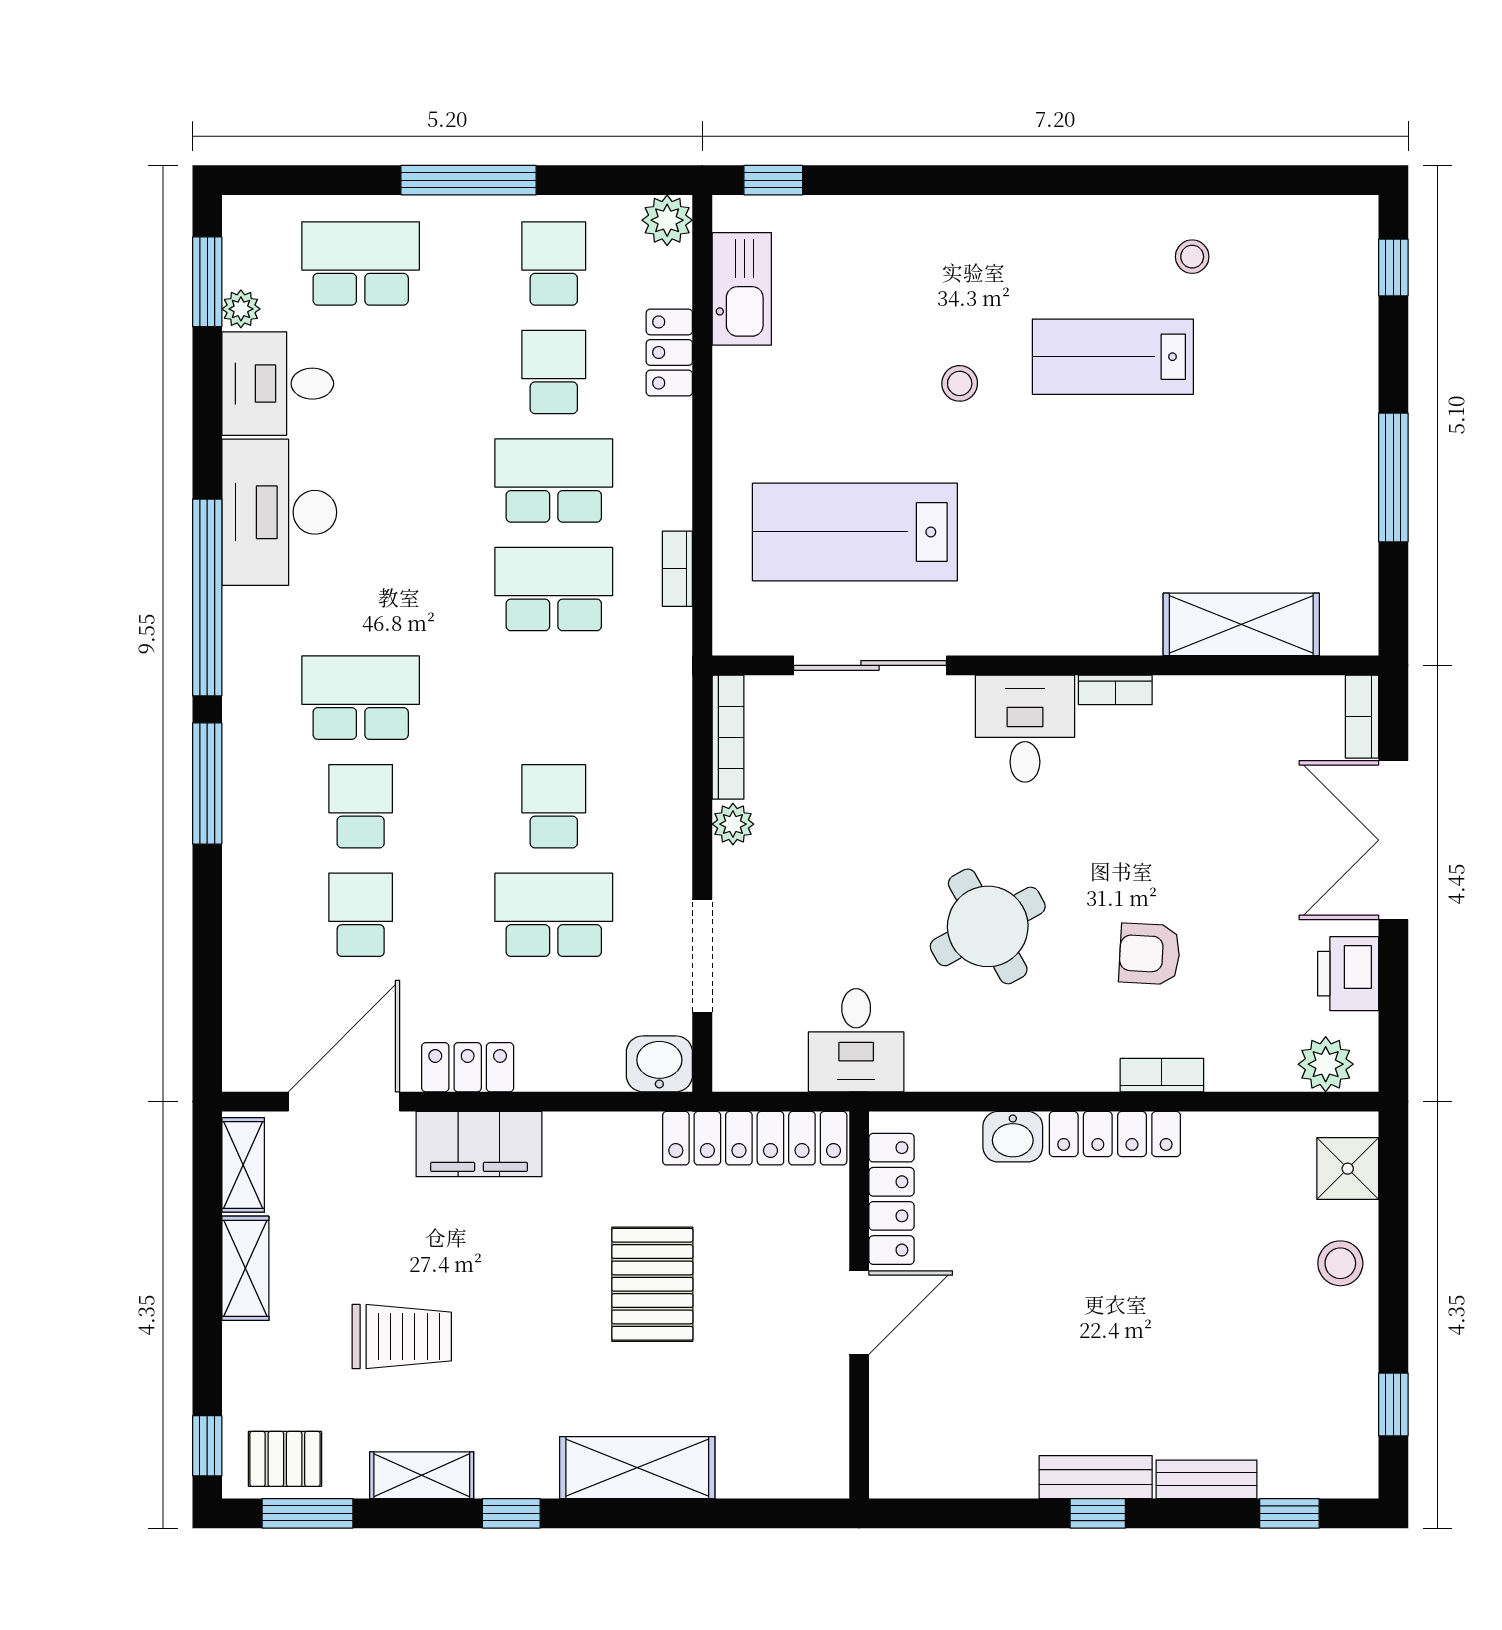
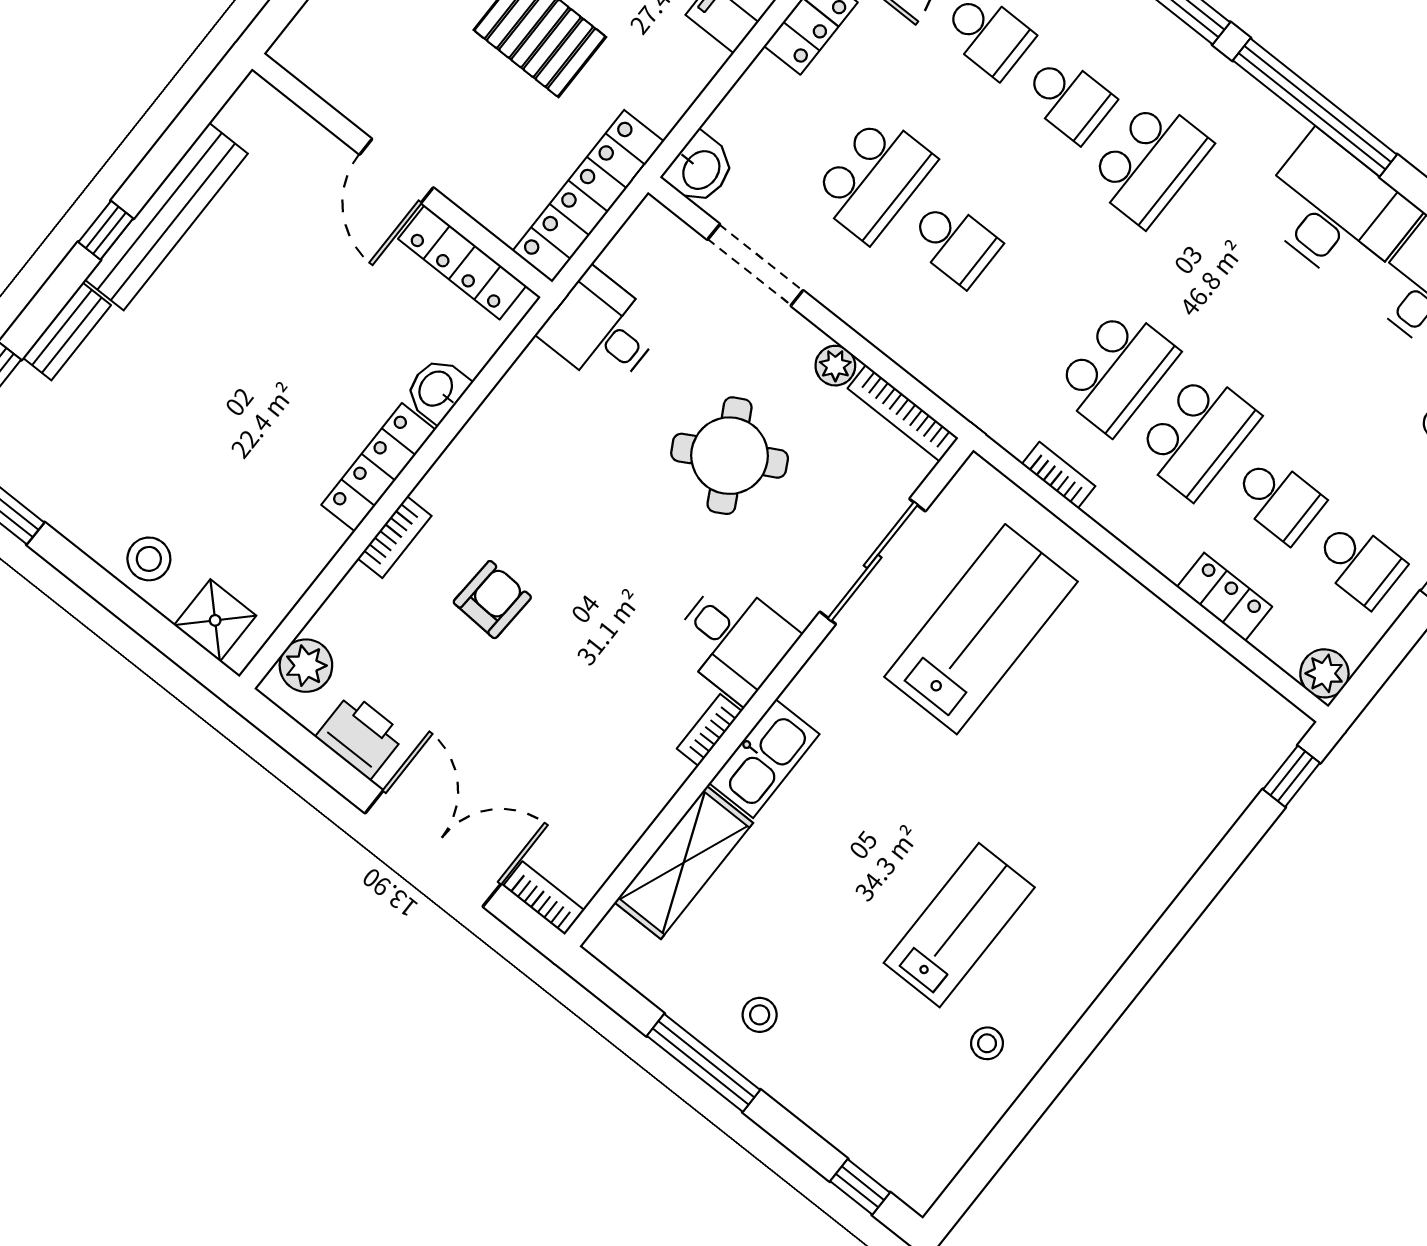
kitchen sink: (742, 289) -> (764, 759), moved, turned -90
stool: (960, 383) -> (760, 1015), moved
round table: (988, 926) -> (730, 456), moved
bench: (1096, 1477) -> (166, 217), width x1.86, depth x1.21

